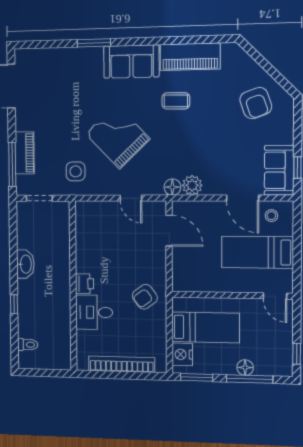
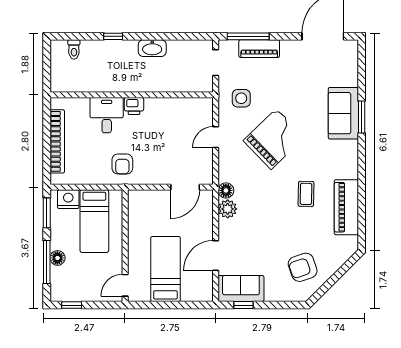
sofa: (131, 61) -> (343, 113), moved
door: (131, 198) -> (216, 137), moved
stool: (271, 216) -> (199, 282), removed
armchair: (145, 297) -> (122, 164), turned -143

